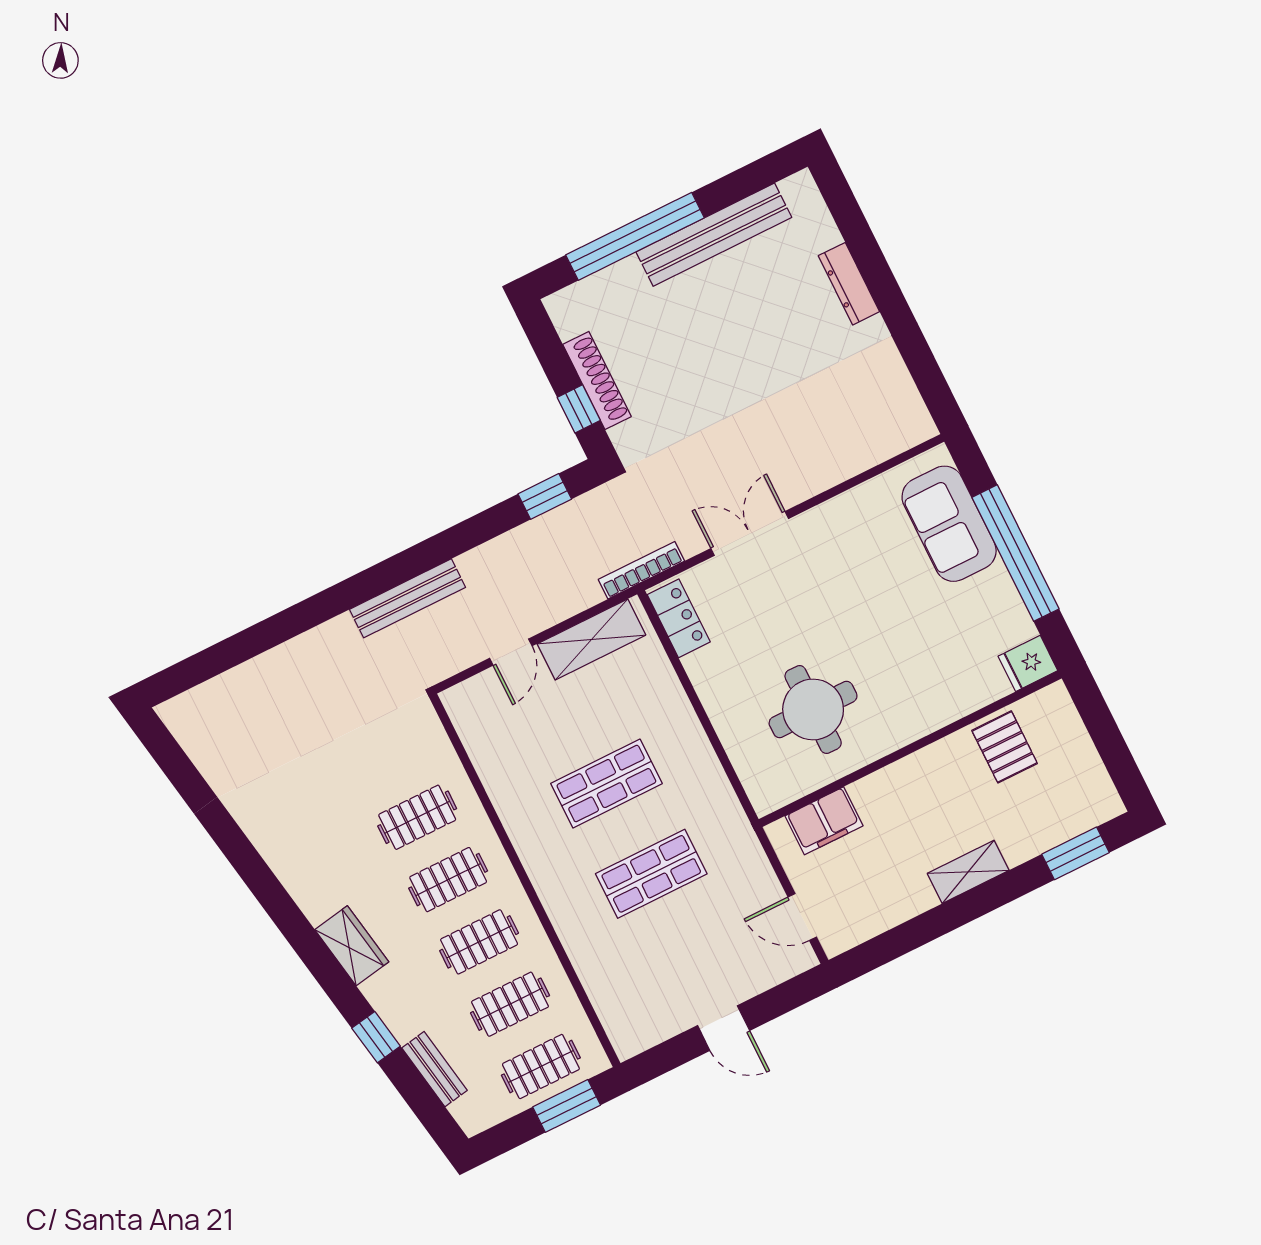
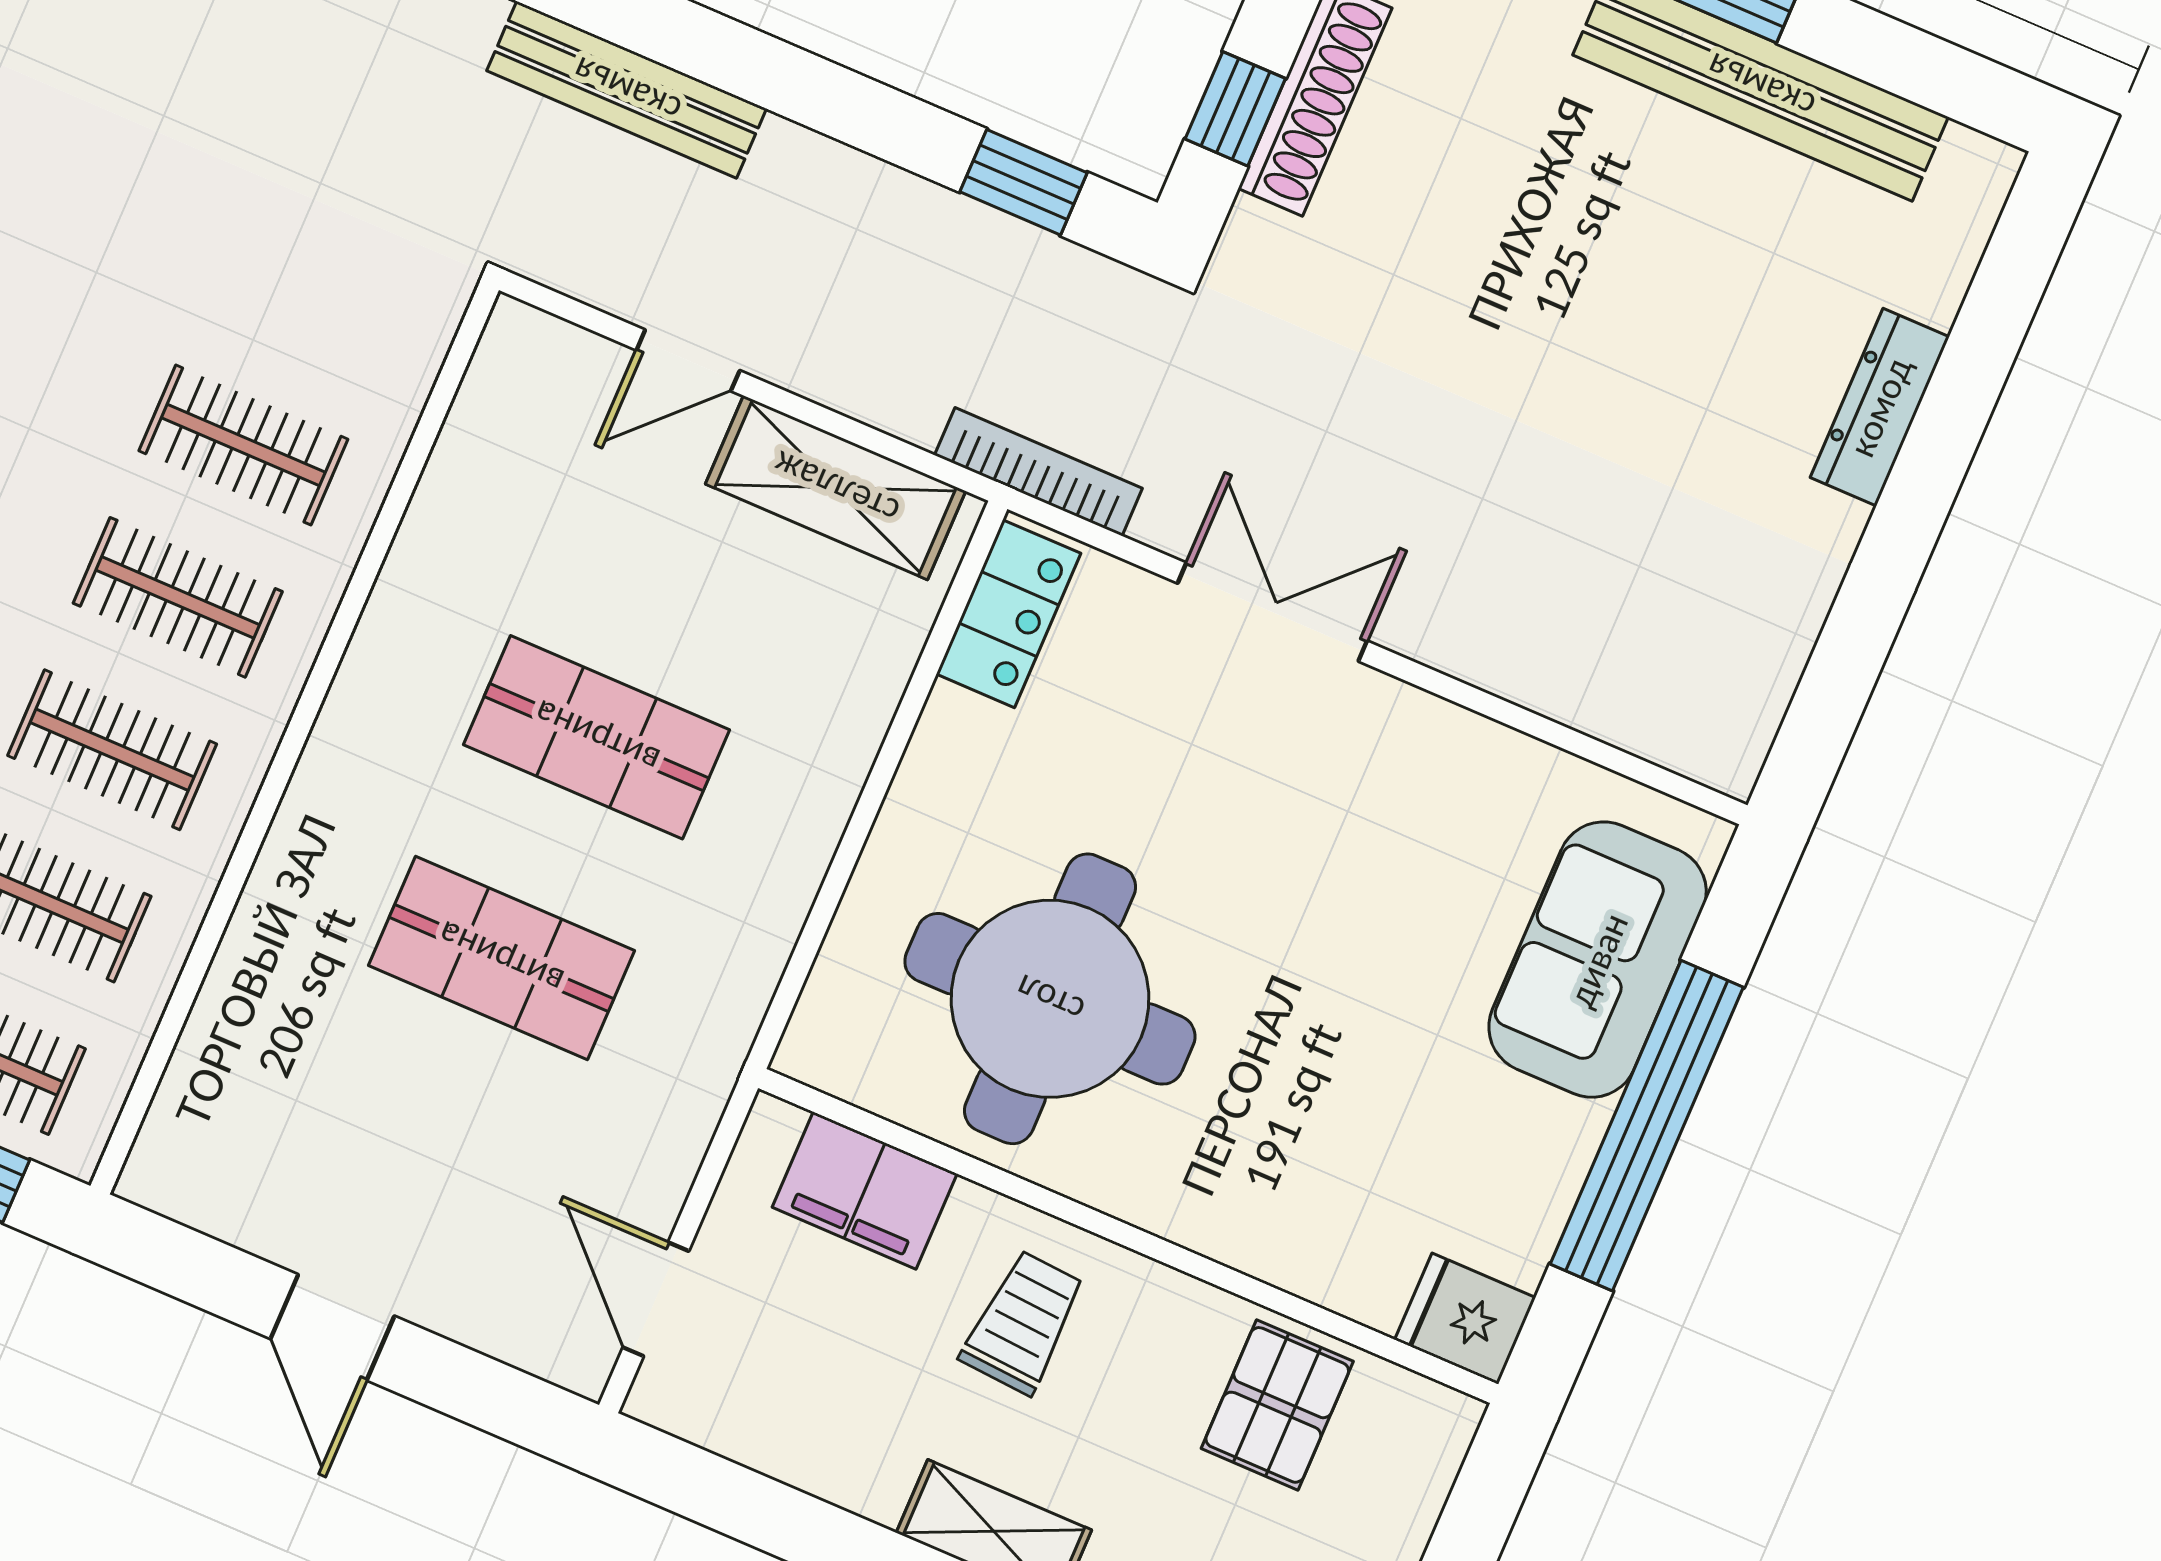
round table: (813, 709) -> (1050, 999), width x1.36, depth x1.36
trolley: (909, 806) -> (1023, 1322), added

